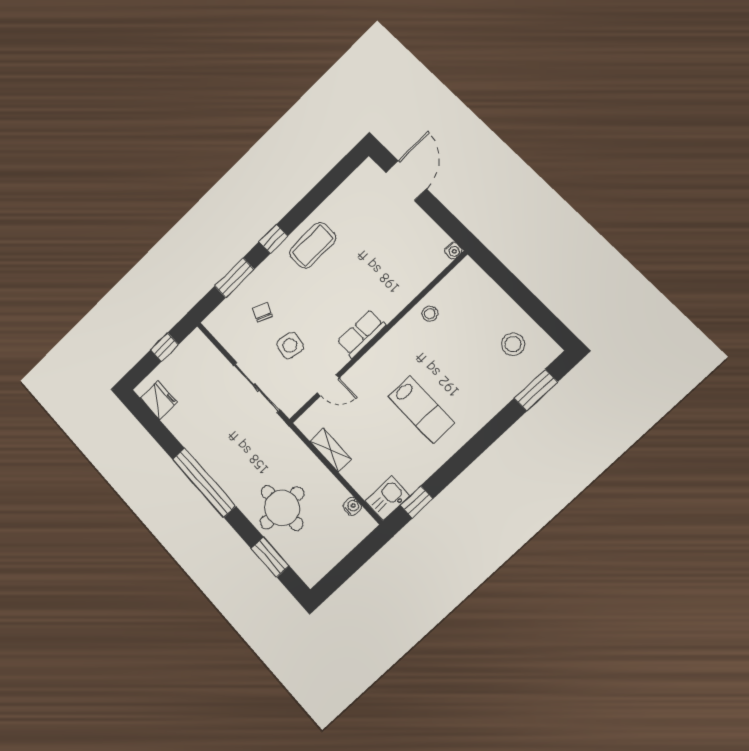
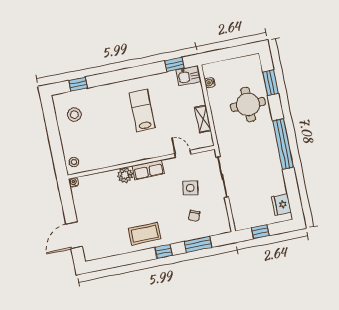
plant: (388, 306) -> (125, 175), added
stool: (430, 314) -> (74, 162), moved
window: (536, 390) -> (78, 84), width x0.67

